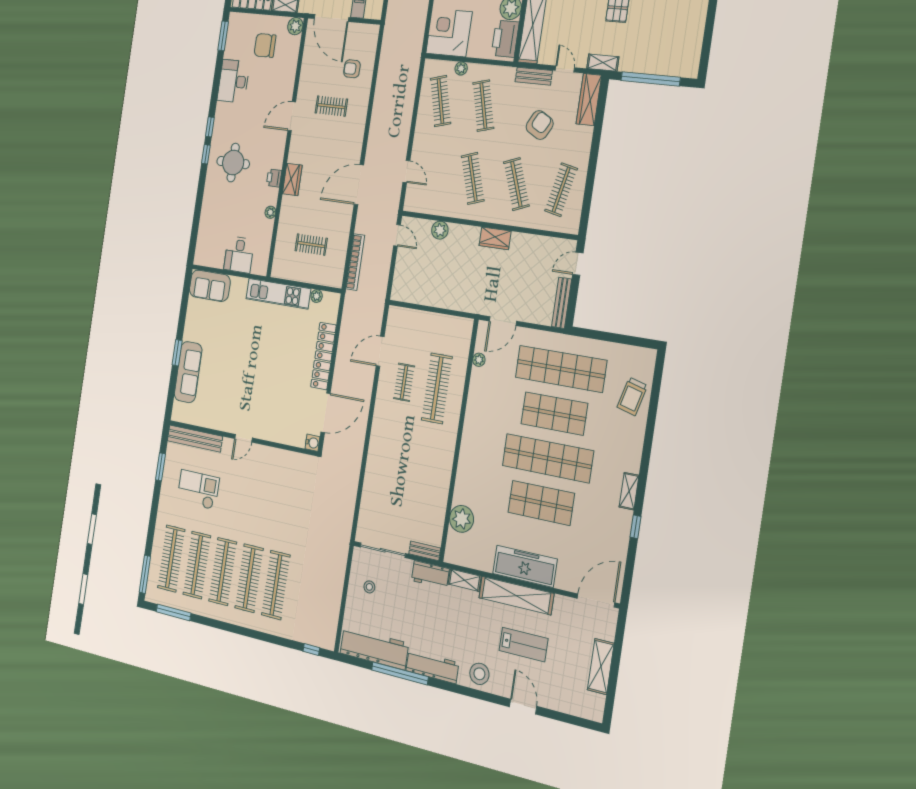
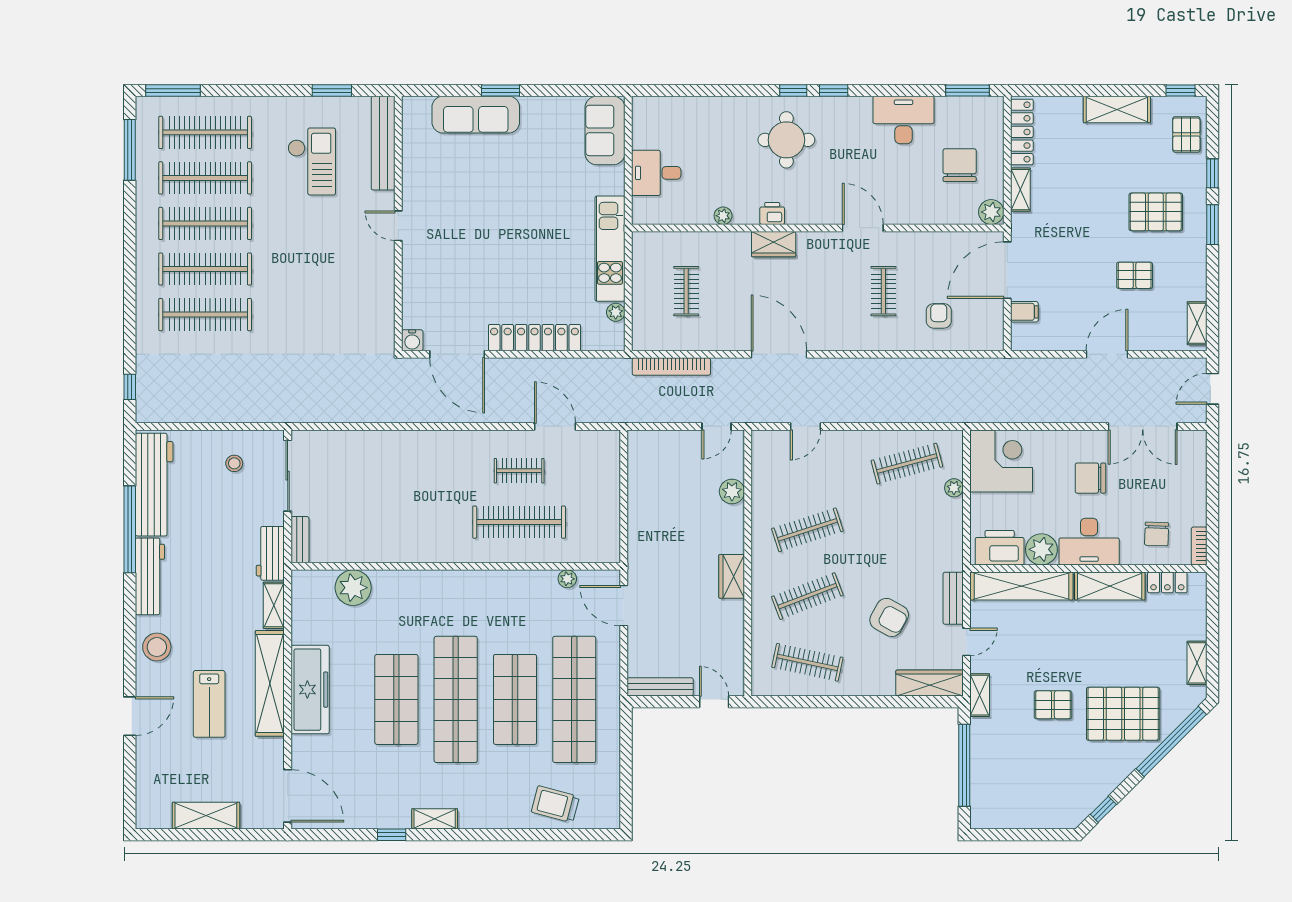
clothes rail: (483, 106) -> (907, 530), removed

